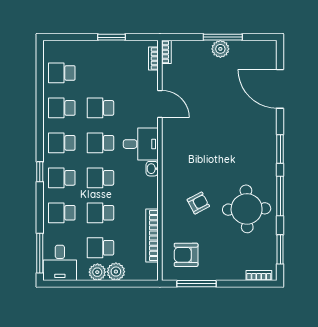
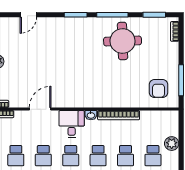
school desk: (100, 73) -> (16, 156), added
door: (280, 89) -> (28, 15), width x0.53
armchair: (198, 203) -> (118, 79), removed
bookcase: (152, 235) -> (119, 115), moved
plant: (97, 272) -> (172, 158), removed

